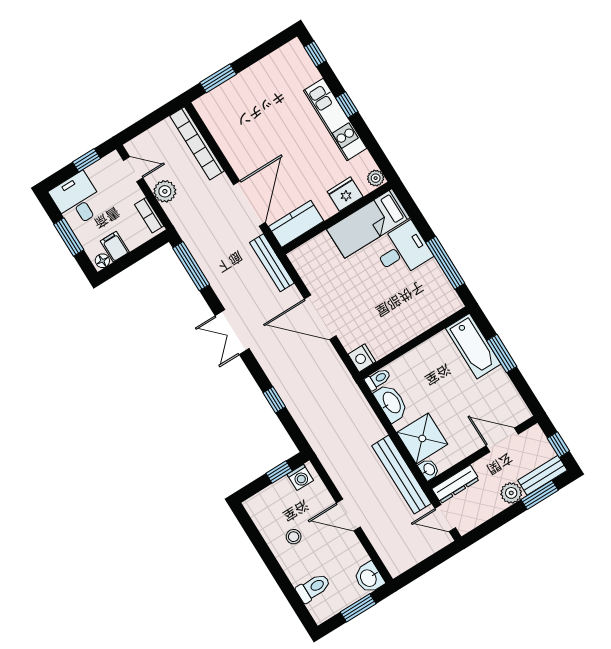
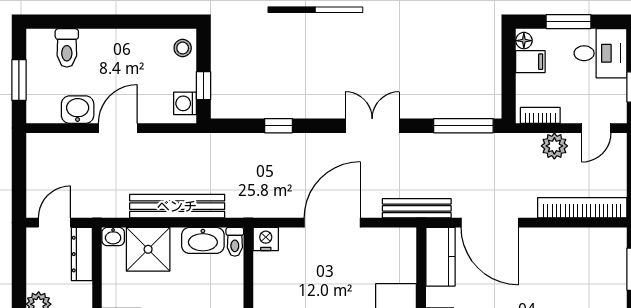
bench: (401, 475) -> (177, 206), moved
stool: (294, 537) -> (183, 48), moved
washbasin: (369, 578) -> (78, 110), moved

